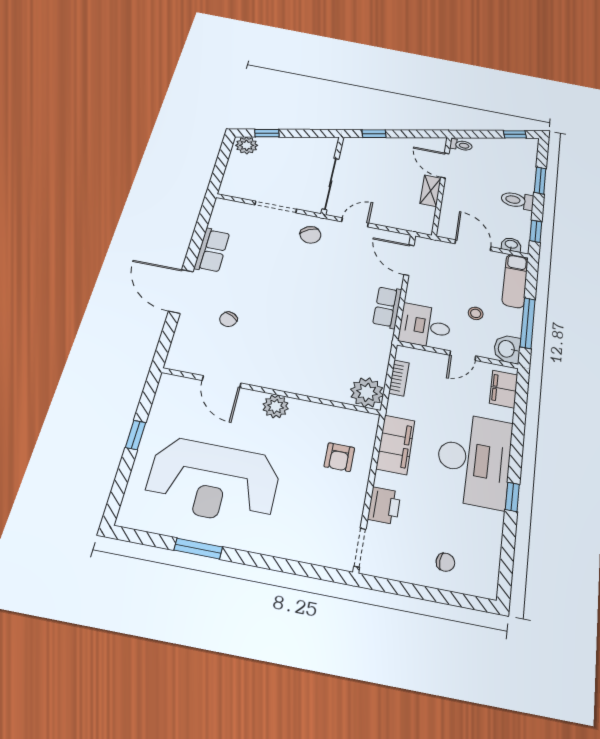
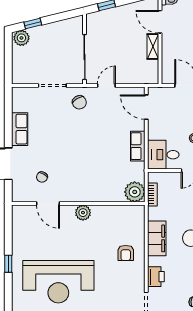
door: (222, 382) -> (48, 204), moved
wall: (271, 391) -> (78, 204), moved
plant: (367, 392) -> (135, 192), moved
plant: (276, 406) -> (83, 213), moved

